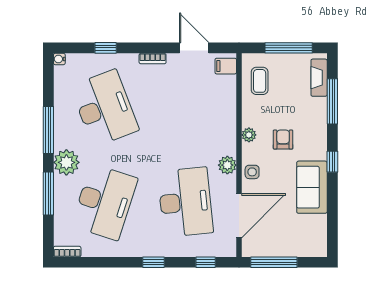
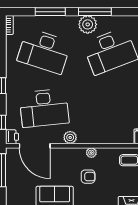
plant: (66, 162) -> (88, 24), moved
side table: (252, 172) -> (65, 155), removed
printer: (226, 248) -> (12, 137), added

